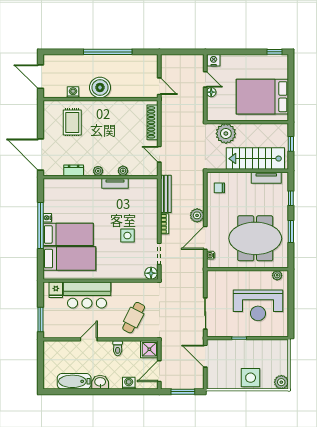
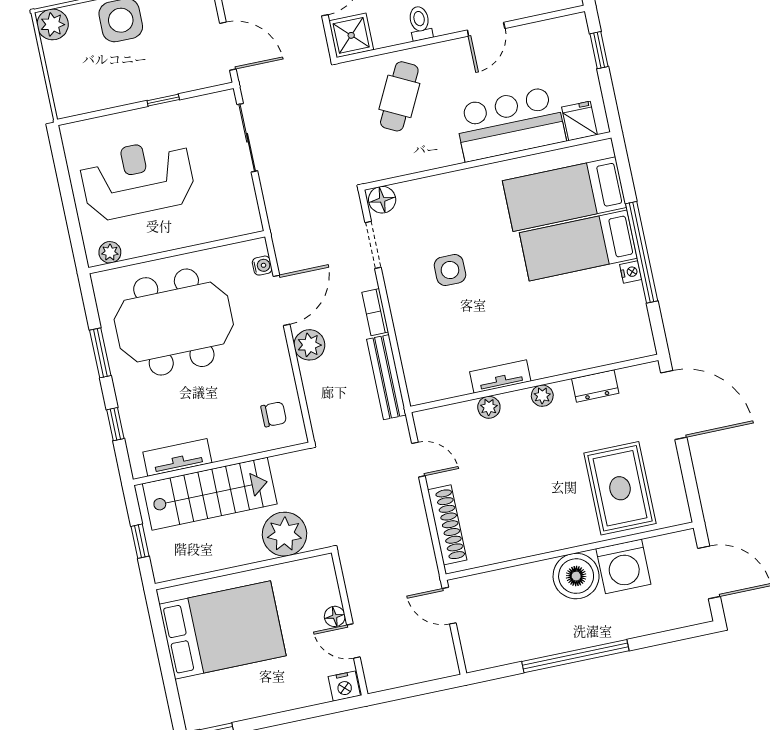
washing machine: (73, 92) -> (623, 566), width x1.89, depth x1.89
rug: (72, 122) -> (620, 488), width x1.36, depth x1.43
window: (40, 319) -> (599, 50), width x0.67

